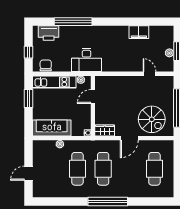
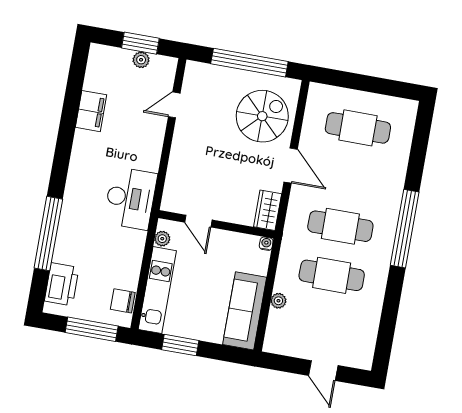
window: (29, 52) -> (92, 329), width x2.17
desk: (87, 60) -> (130, 198), moved

